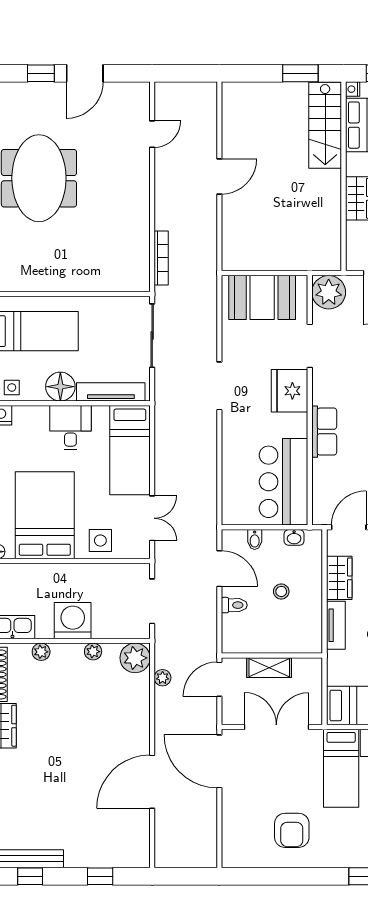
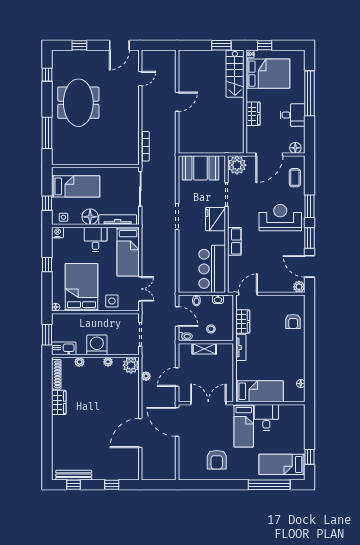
door: (85, 73) -> (119, 45), moved
wall: (272, 656) -> (206, 342), moved
shelving: (269, 668) -> (204, 349), moved

